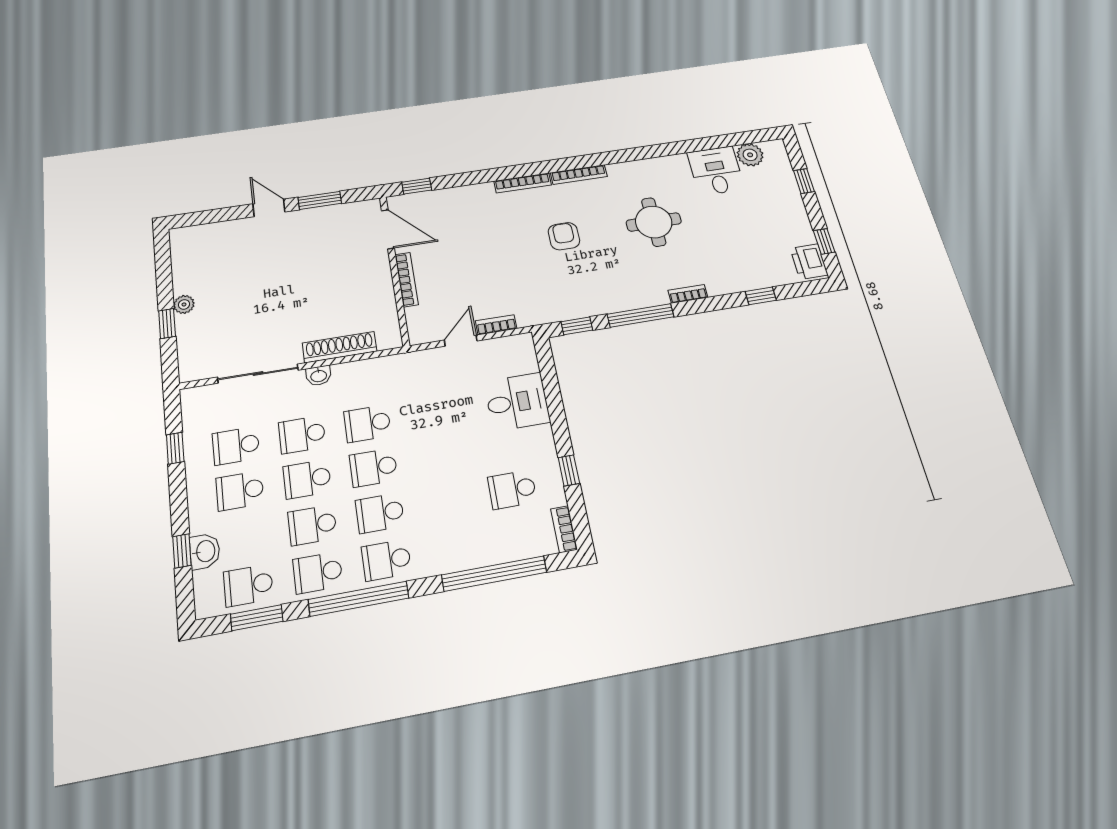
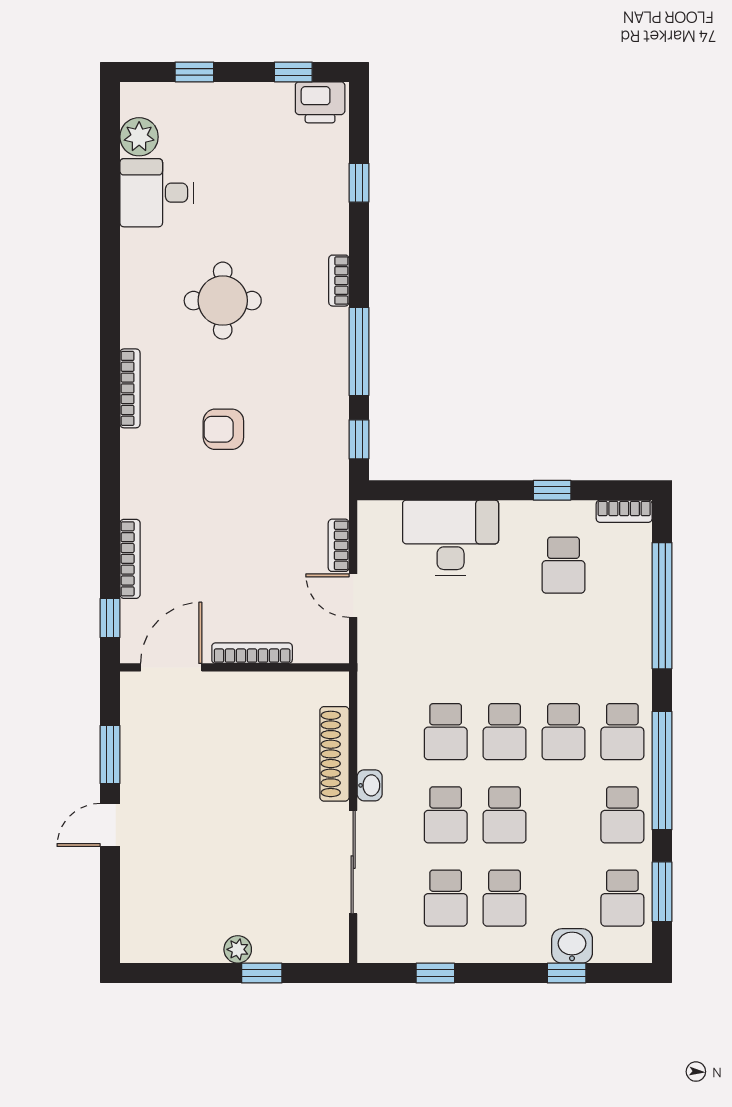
bookcase: (523, 183) -> (130, 559), moved
desk: (517, 402) -> (451, 538), width x1.37
school desk: (312, 525) -> (563, 815), removed

